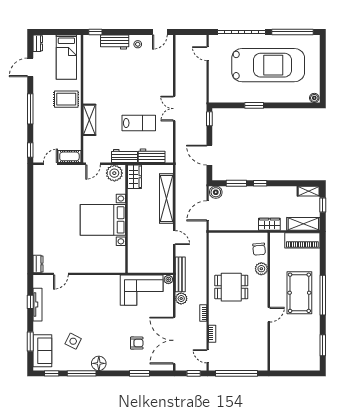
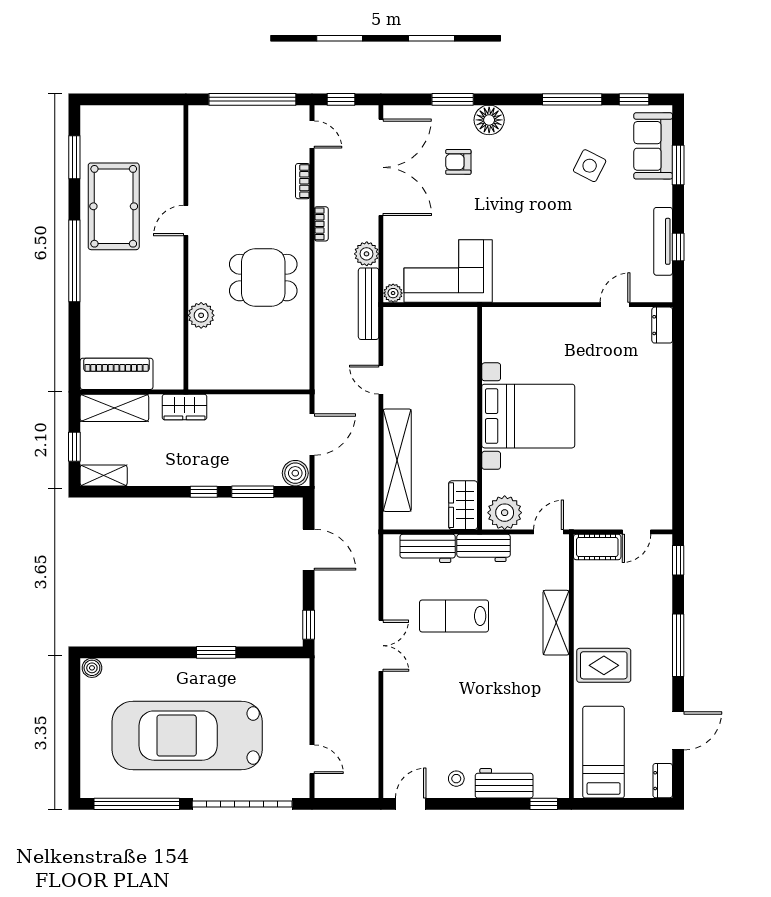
chair: (259, 249) -> (206, 356), removed
pool table: (299, 293) -> (114, 206), moved
floor lamp: (99, 363) -> (489, 120), moved

